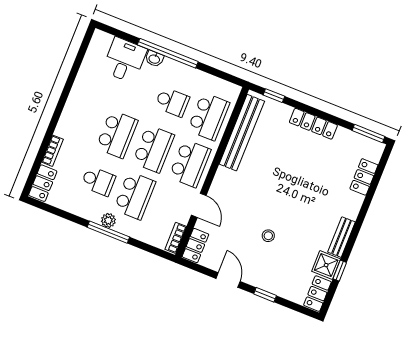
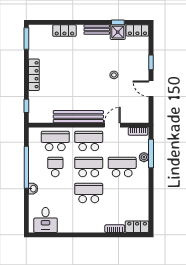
window: (168, 53) -> (26, 167), moved
desk: (124, 60) -> (46, 220), moved, turned -90
bench: (242, 133) -> (78, 117), moved
locker: (364, 177) -> (64, 31), moved
school desk: (98, 181) -> (122, 193), removed
plant: (108, 220) -> (144, 157), moved
window: (108, 232) -> (151, 154), moved
locker: (195, 245) -> (138, 117), removed
door: (228, 280) -> (151, 89), hinge flipped

